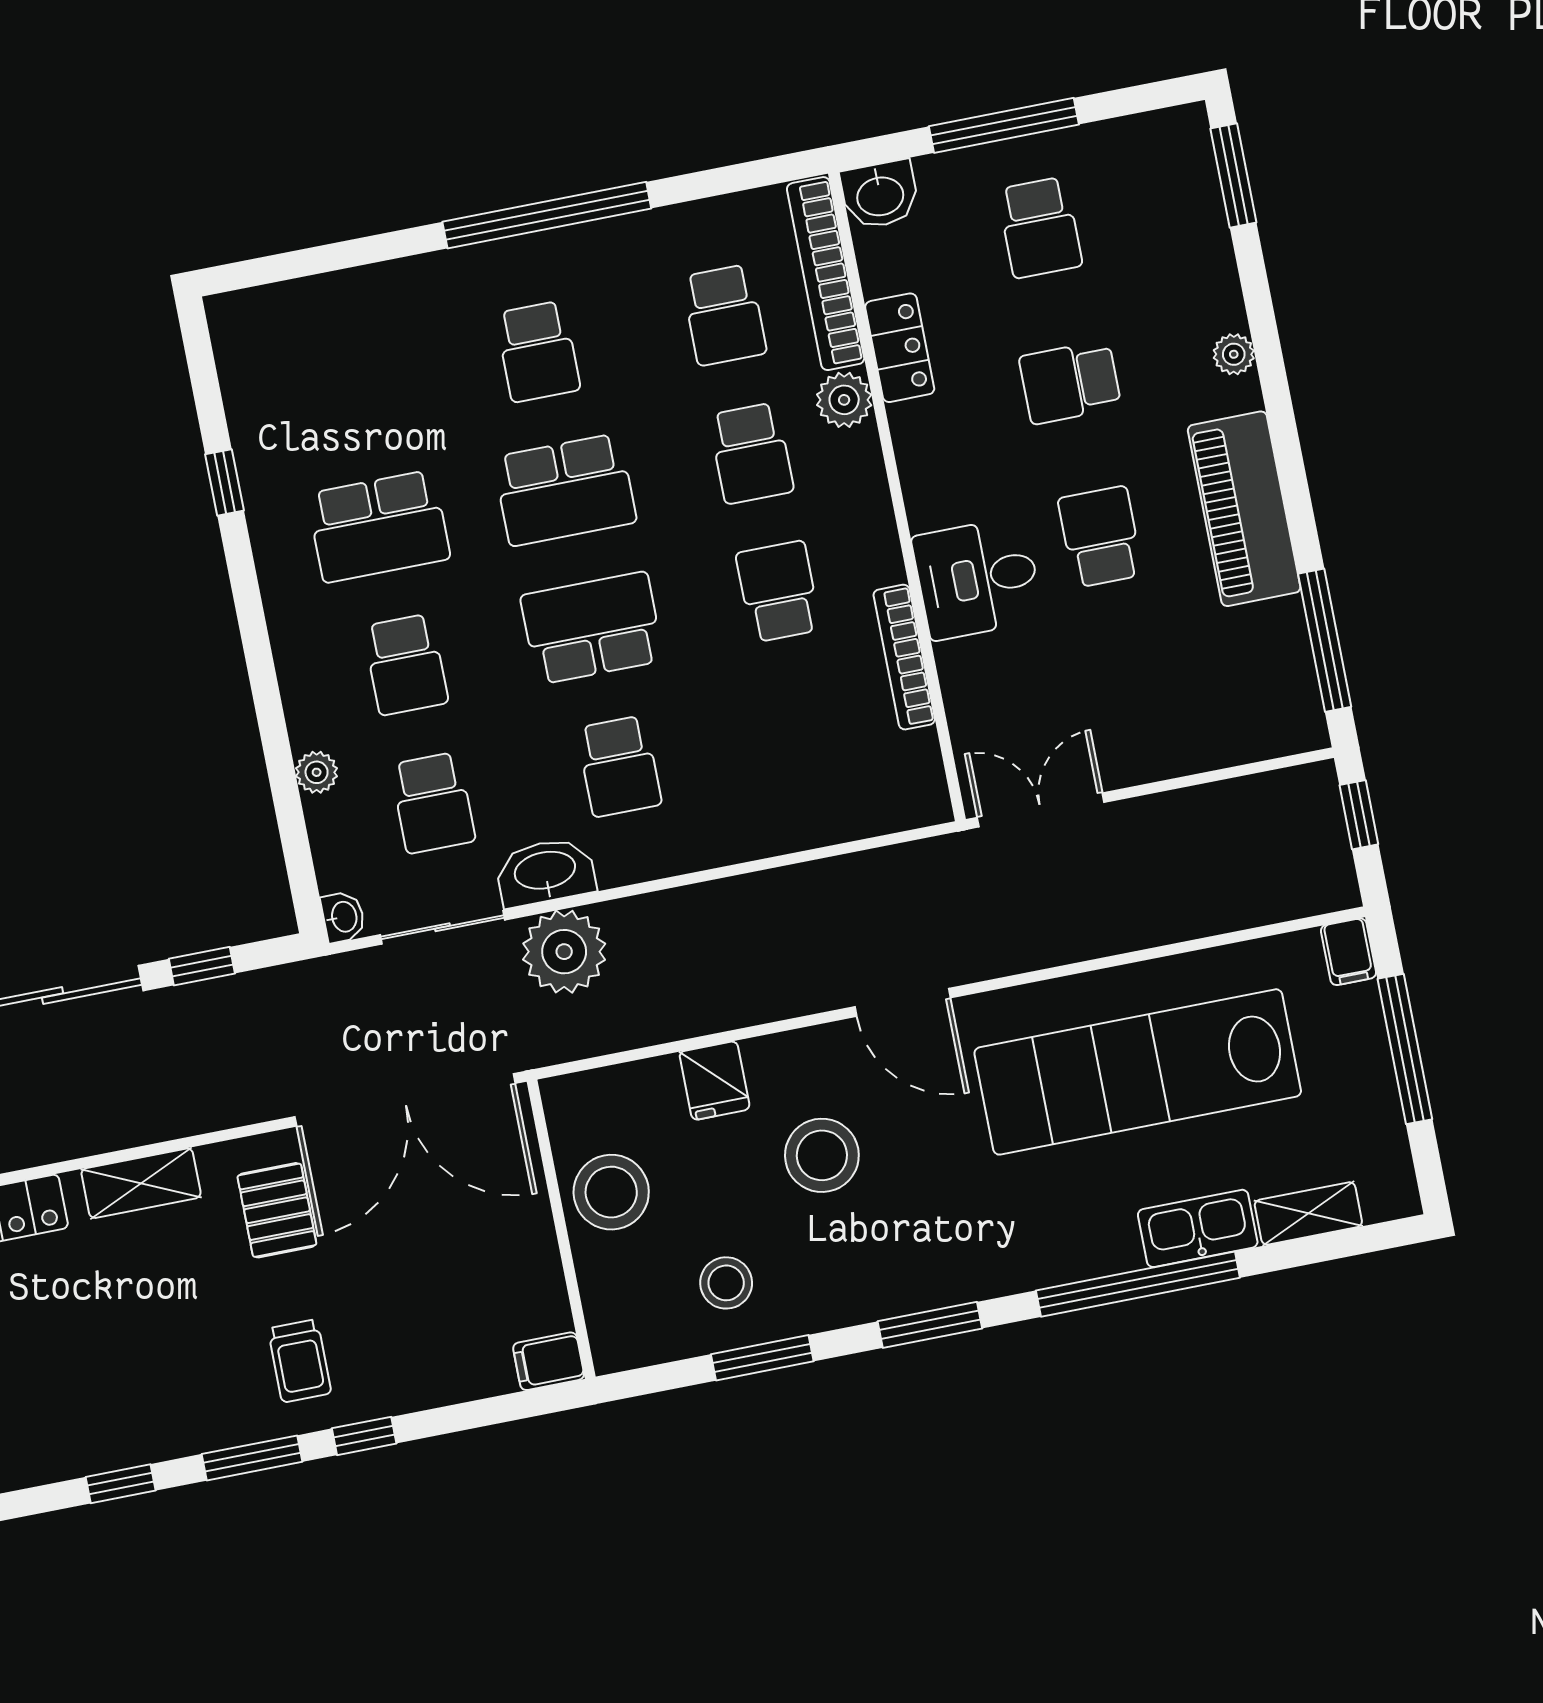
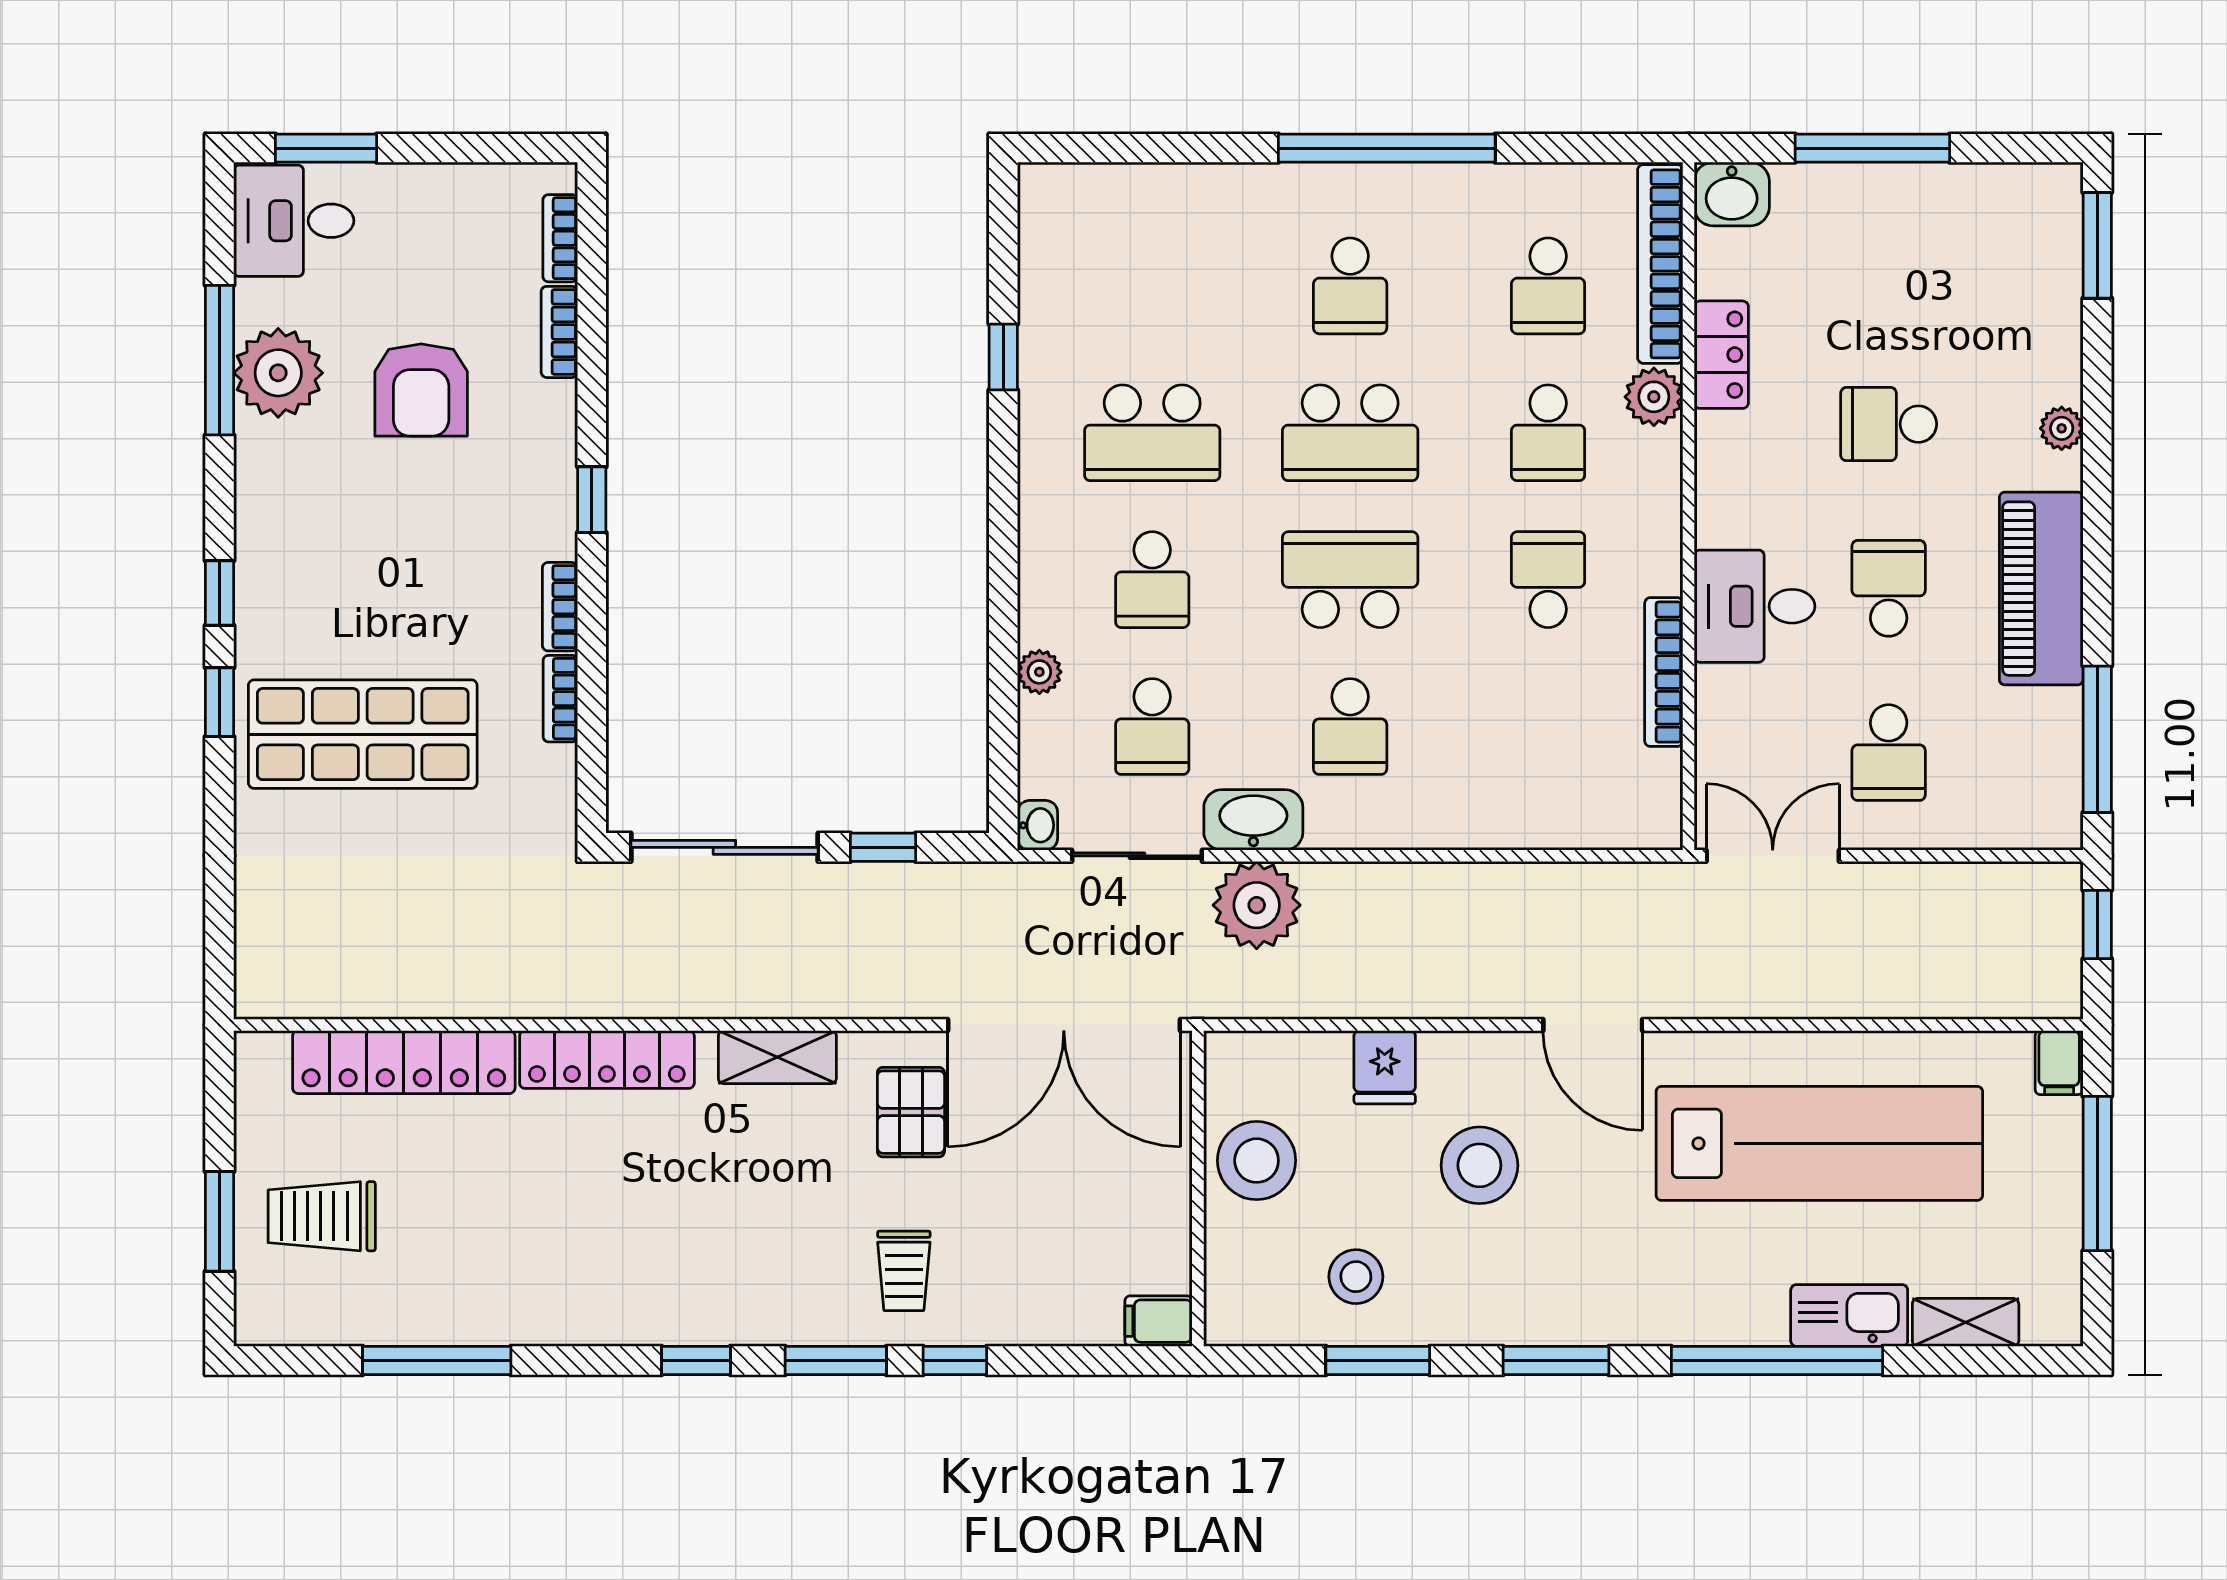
school desk: (1040, 228) -> (1889, 753), moved
lab bench: (1138, 1072) -> (1819, 1143), turned 180

